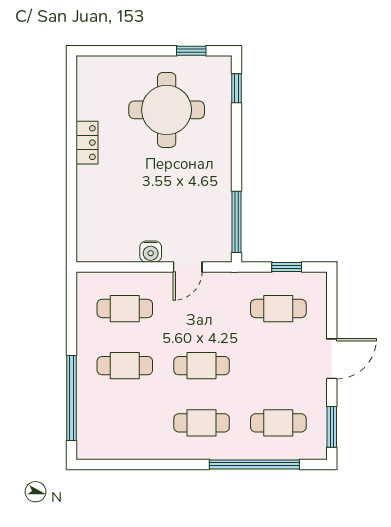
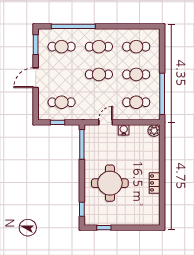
round table: (167, 110) -> (110, 183), moved
plant: (88, 250) -> (154, 131), added
window: (71, 398) -> (162, 94), moved
cafe table: (125, 423) -> (136, 47), added

